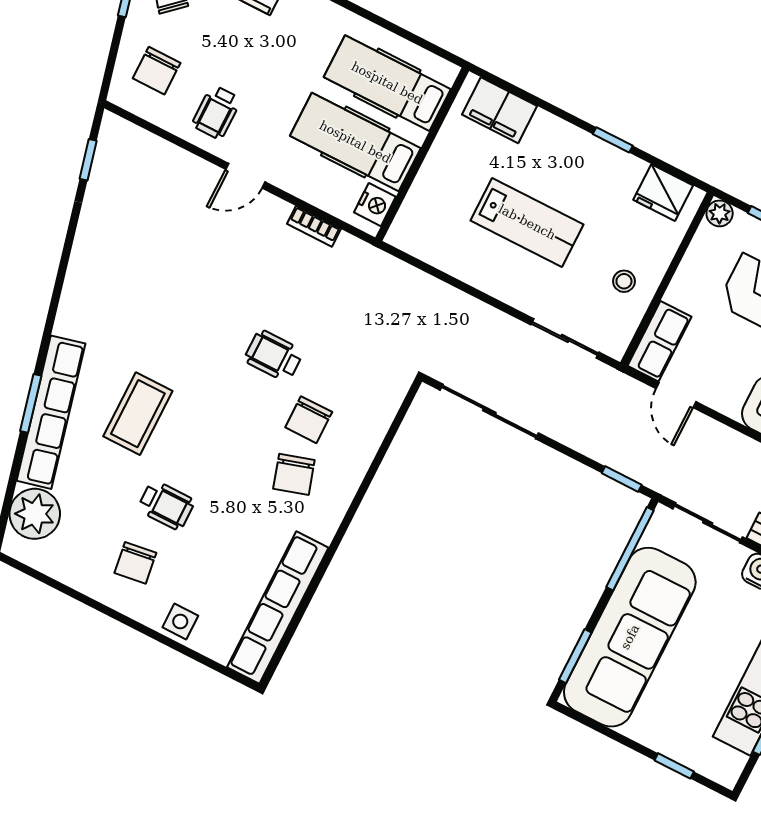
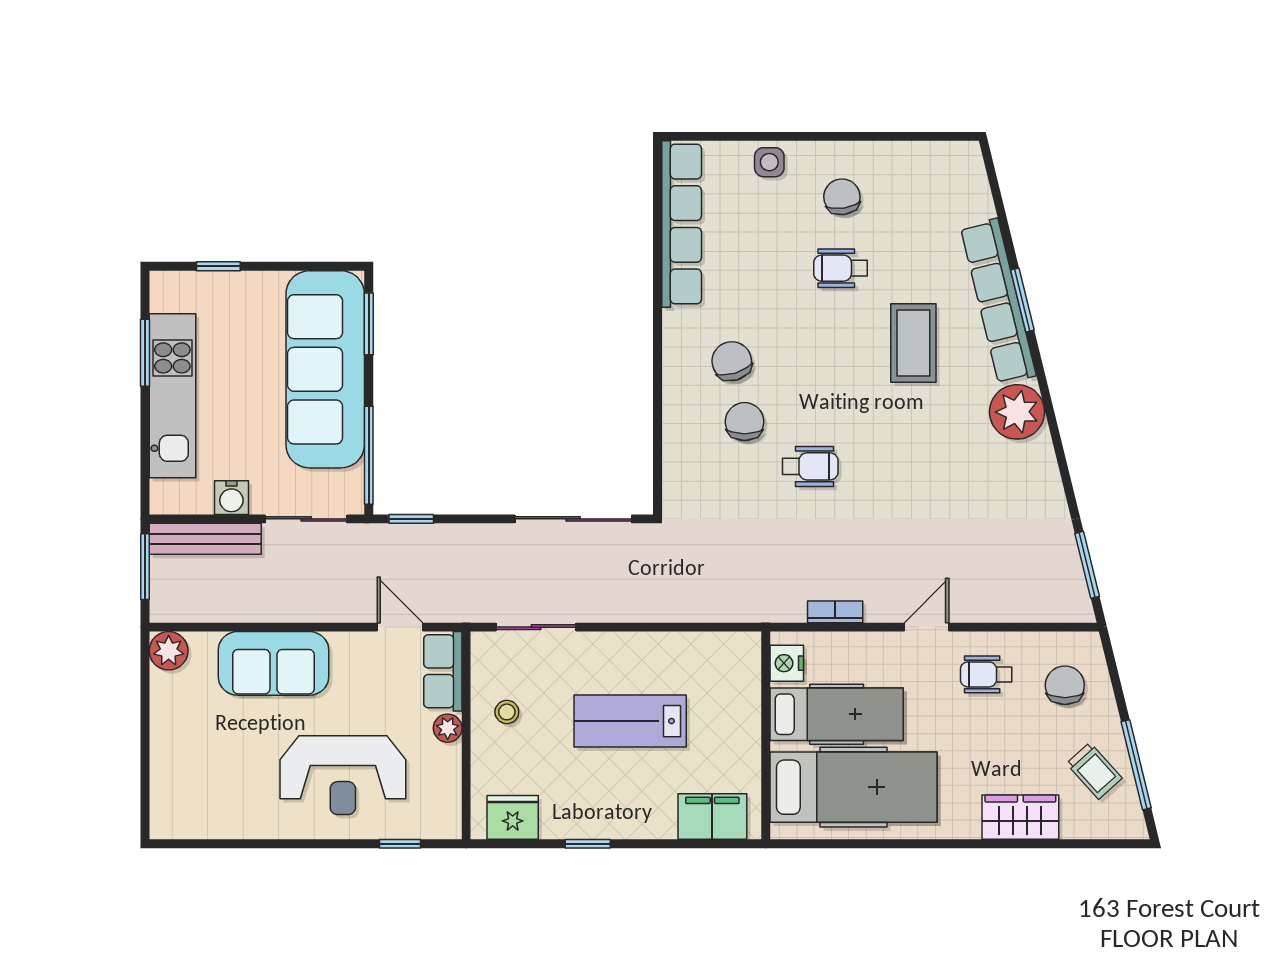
hospital bed: (387, 83) -> (853, 787), width x1.37, depth x1.29
wheelchair: (216, 112) -> (986, 674), turned -90
window: (88, 160) -> (1087, 565), width x1.50
plant: (720, 213) -> (448, 728), moved
plant: (35, 514) -> (1017, 412), moved

